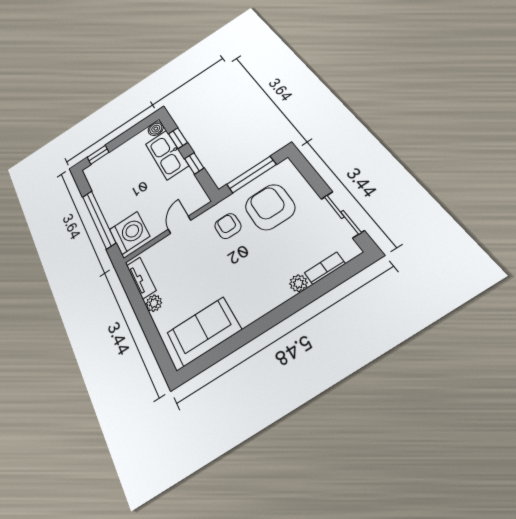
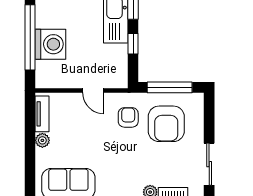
armchair: (270, 207) -> (166, 124), turned 180
door: (180, 225) -> (93, 90), swing flipped
washing machine: (129, 233) -> (50, 44), moved

